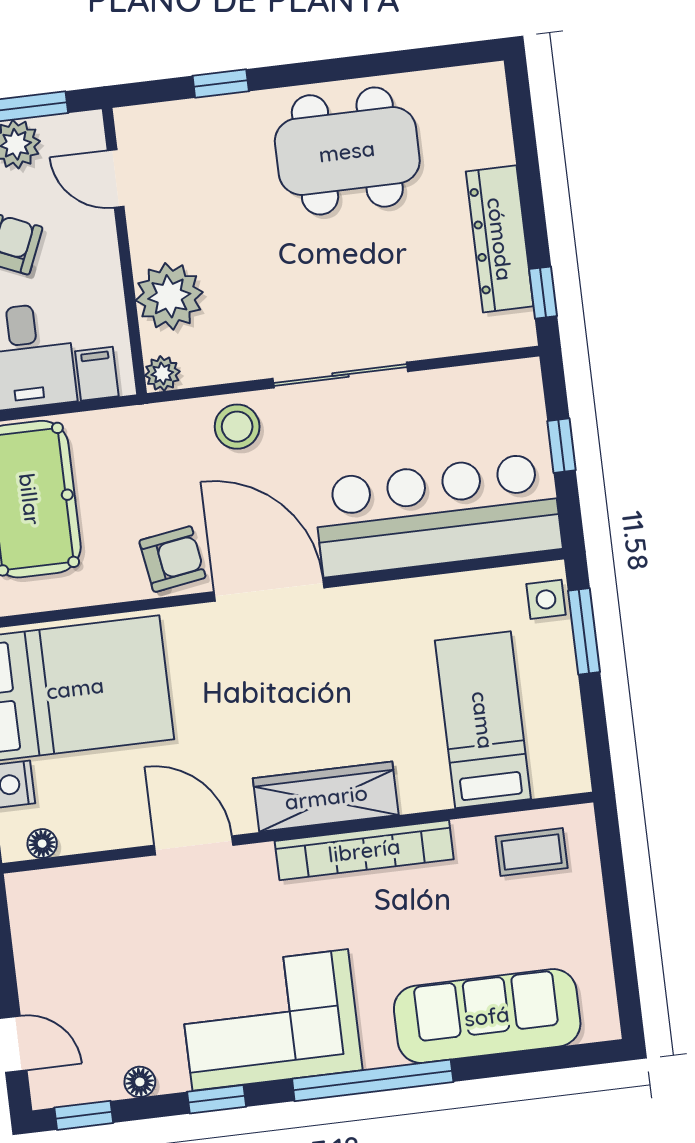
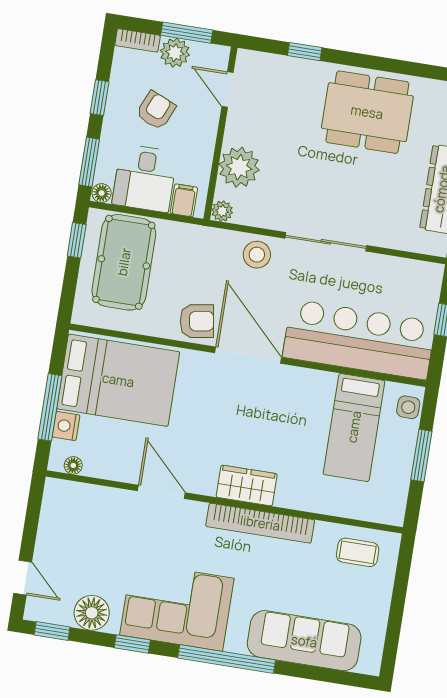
window: (584, 631) -> (421, 455), moved
bed: (483, 720) -> (354, 427), moved, turned 180
wardrobe: (326, 797) -> (247, 485), width x0.67
floor lamp: (140, 1082) -> (92, 613), width x1.89, depth x1.89

